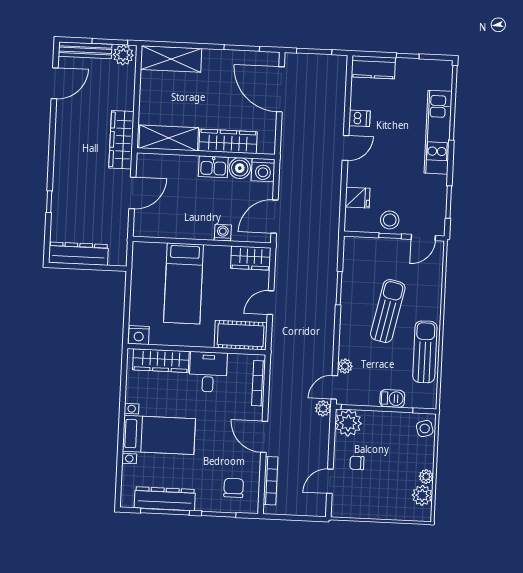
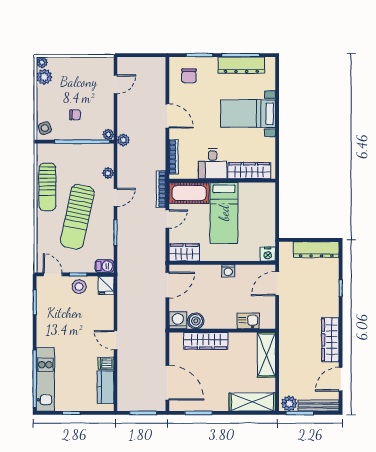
kitchen counter: (373, 67) -> (105, 387), moved, turned -90
kitchen unit: (438, 132) -> (45, 379), moved
shelving: (169, 138) -> (266, 355), moved, turned 90
wardrobe: (121, 140) -> (330, 340), moved, turned 180
door: (346, 148) -> (115, 340), hinge flipped
kitchen sink: (213, 167) -> (248, 321), moved
door: (132, 193) -> (277, 284), moved
fridge: (358, 198) -> (106, 285), moved, turned -90
washing machine: (223, 233) -> (228, 271), moved
door: (423, 237) -> (53, 274), hinge flipped
bed: (184, 283) -> (224, 213), moved, turned 180
sun lounger: (388, 311) -> (77, 217), width x1.36, depth x1.34
nightstand: (139, 335) -> (268, 254), moved, turned 180
door: (334, 387) -> (115, 197), moved
barbecue: (392, 398) -> (104, 266), moved, turned 180
plant: (348, 423) -> (108, 134), width x0.53, depth x0.53
chair: (357, 463) -> (75, 115), moved
plant: (426, 477) -> (42, 62), moved
bookcase: (271, 481) -> (161, 189), moved

